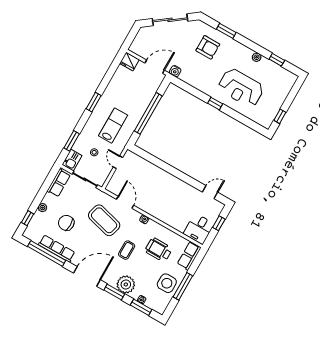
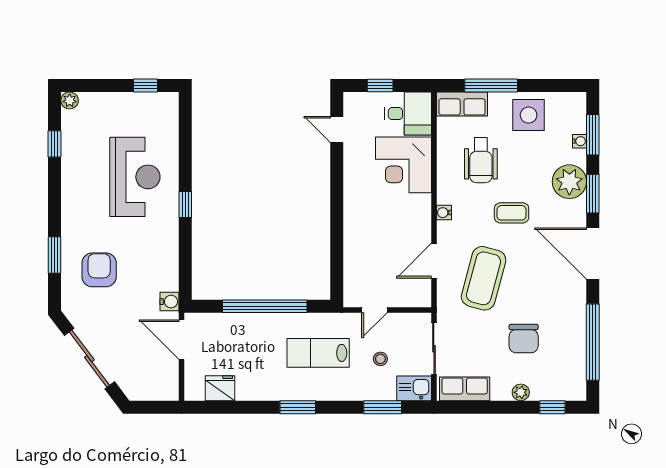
plant: (257, 57) -> (70, 100), moved
fridge: (130, 61) -> (220, 388), moved, turned -90
corner desk: (177, 213) -> (404, 165), added
row of seats: (57, 249) -> (575, 330), removed
window: (183, 286) -> (491, 85), moved

